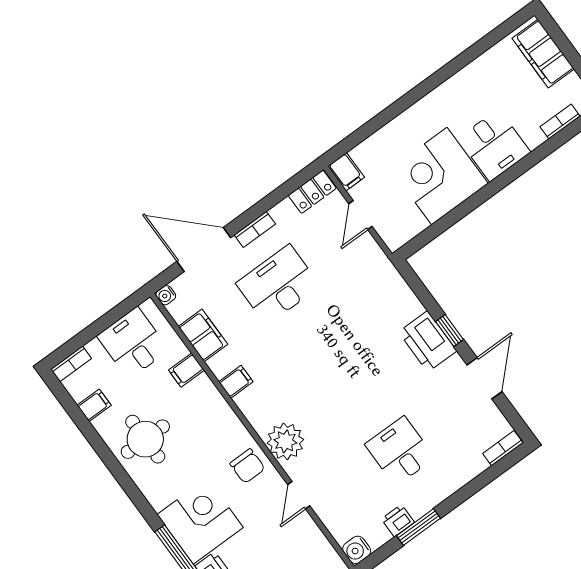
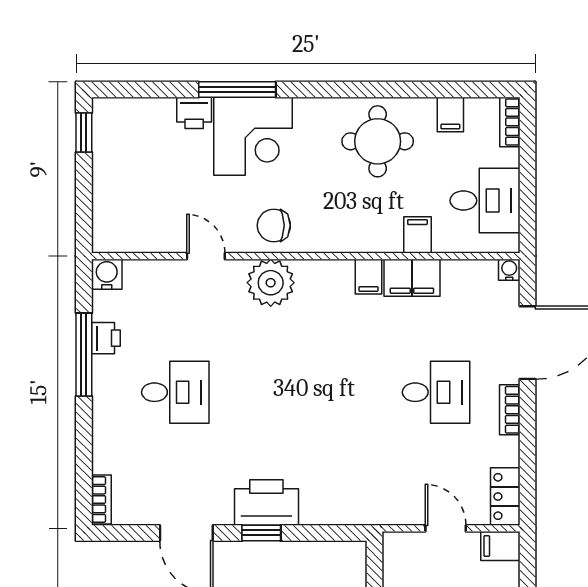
desk: (278, 285) -> (436, 392), width x0.73
filing cabinet: (203, 335) -> (412, 278), moved
window: (418, 527) -> (84, 355), width x1.44

